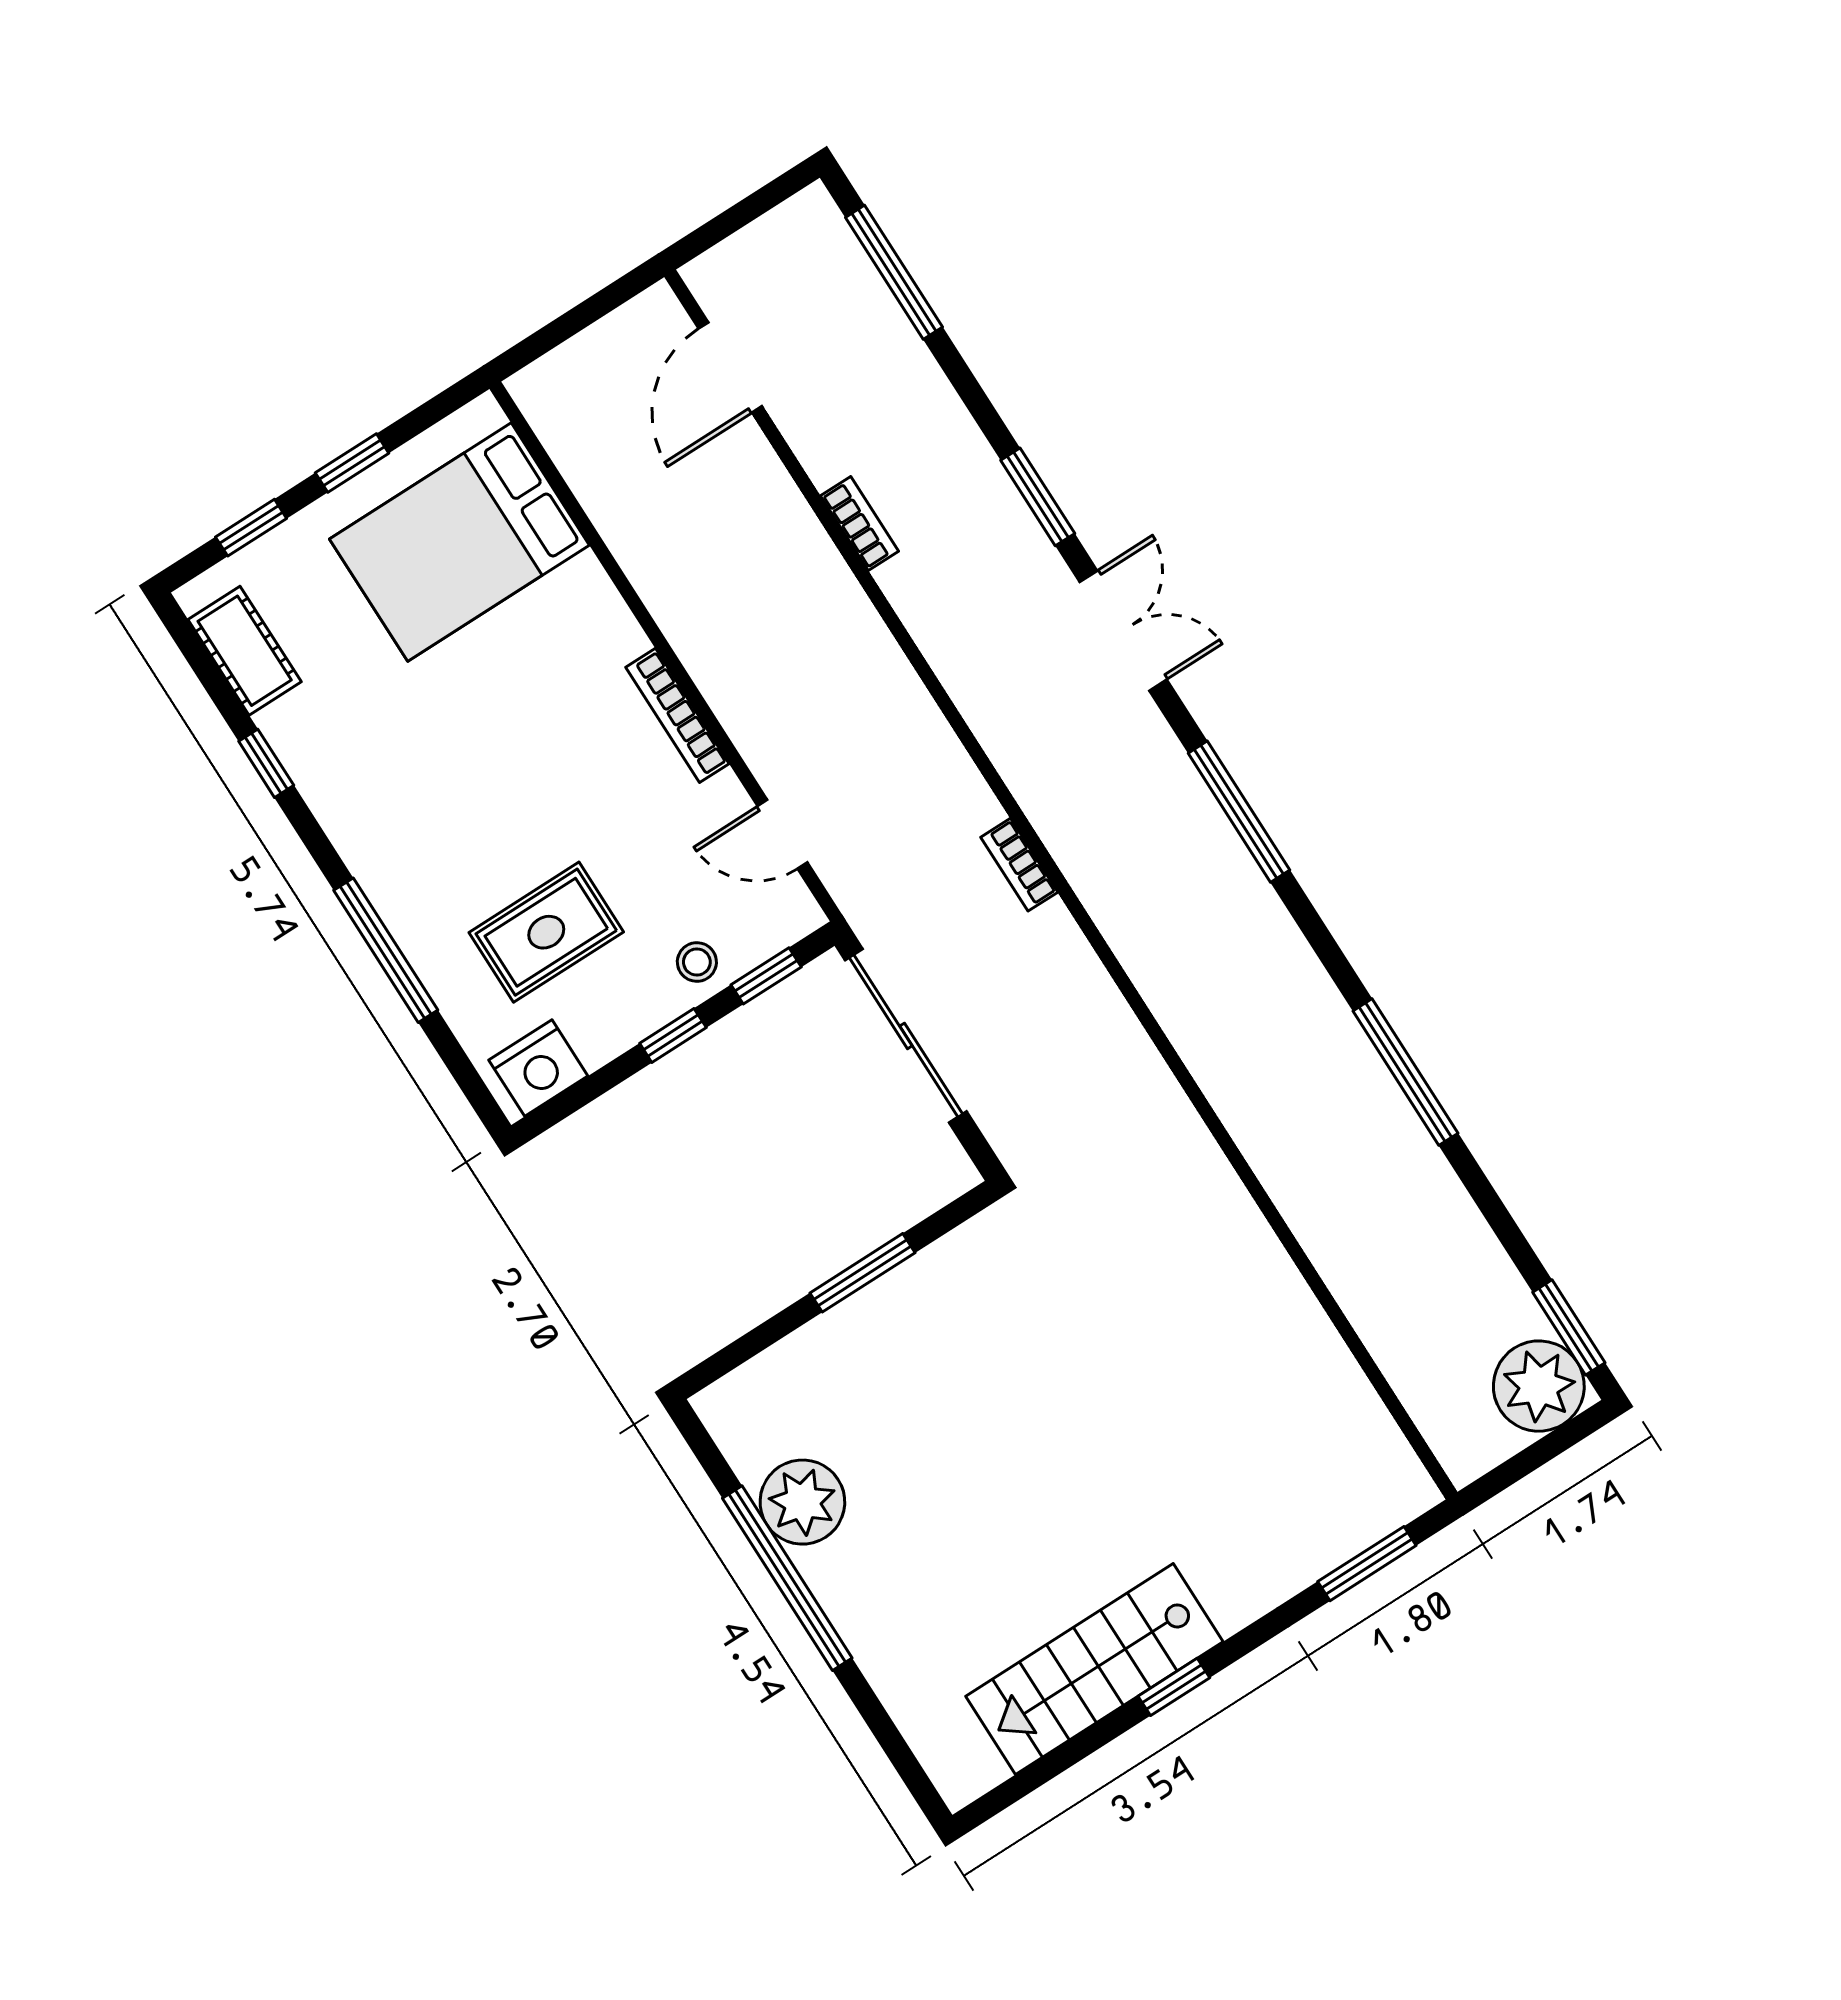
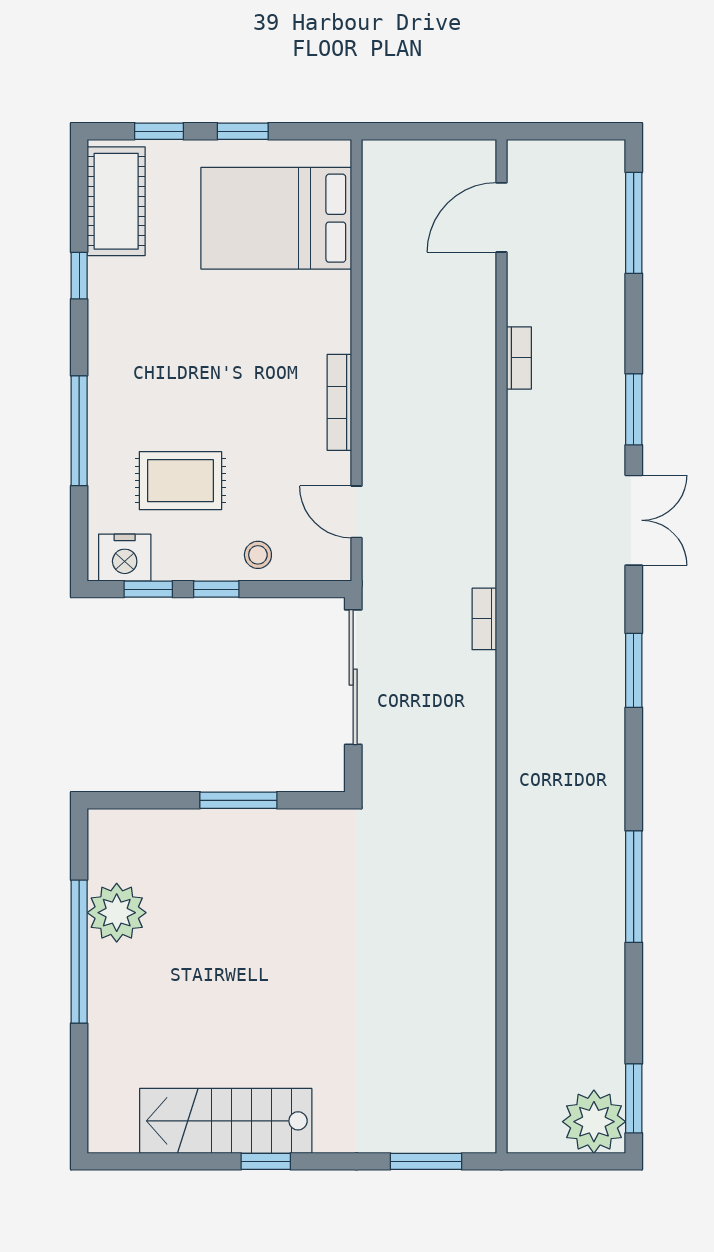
cot: (245, 651) -> (116, 201), width x1.37, depth x1.34
window: (1239, 812) -> (634, 670), width x0.69
window: (766, 976) -> (148, 589), moved

